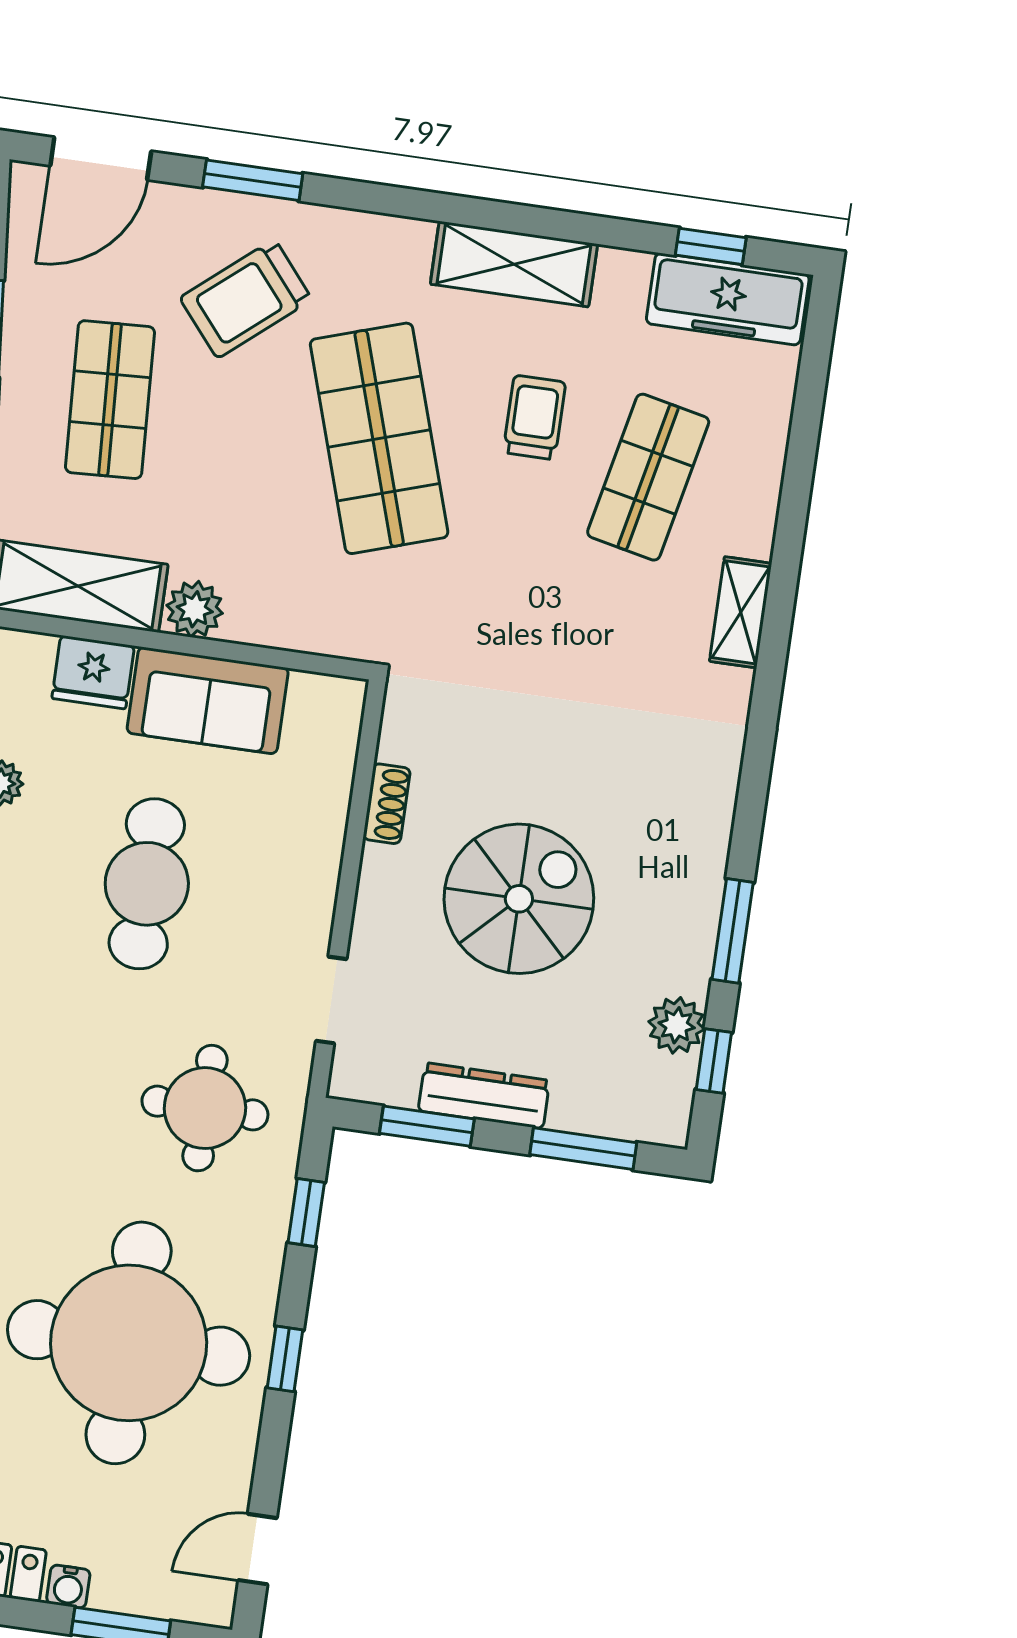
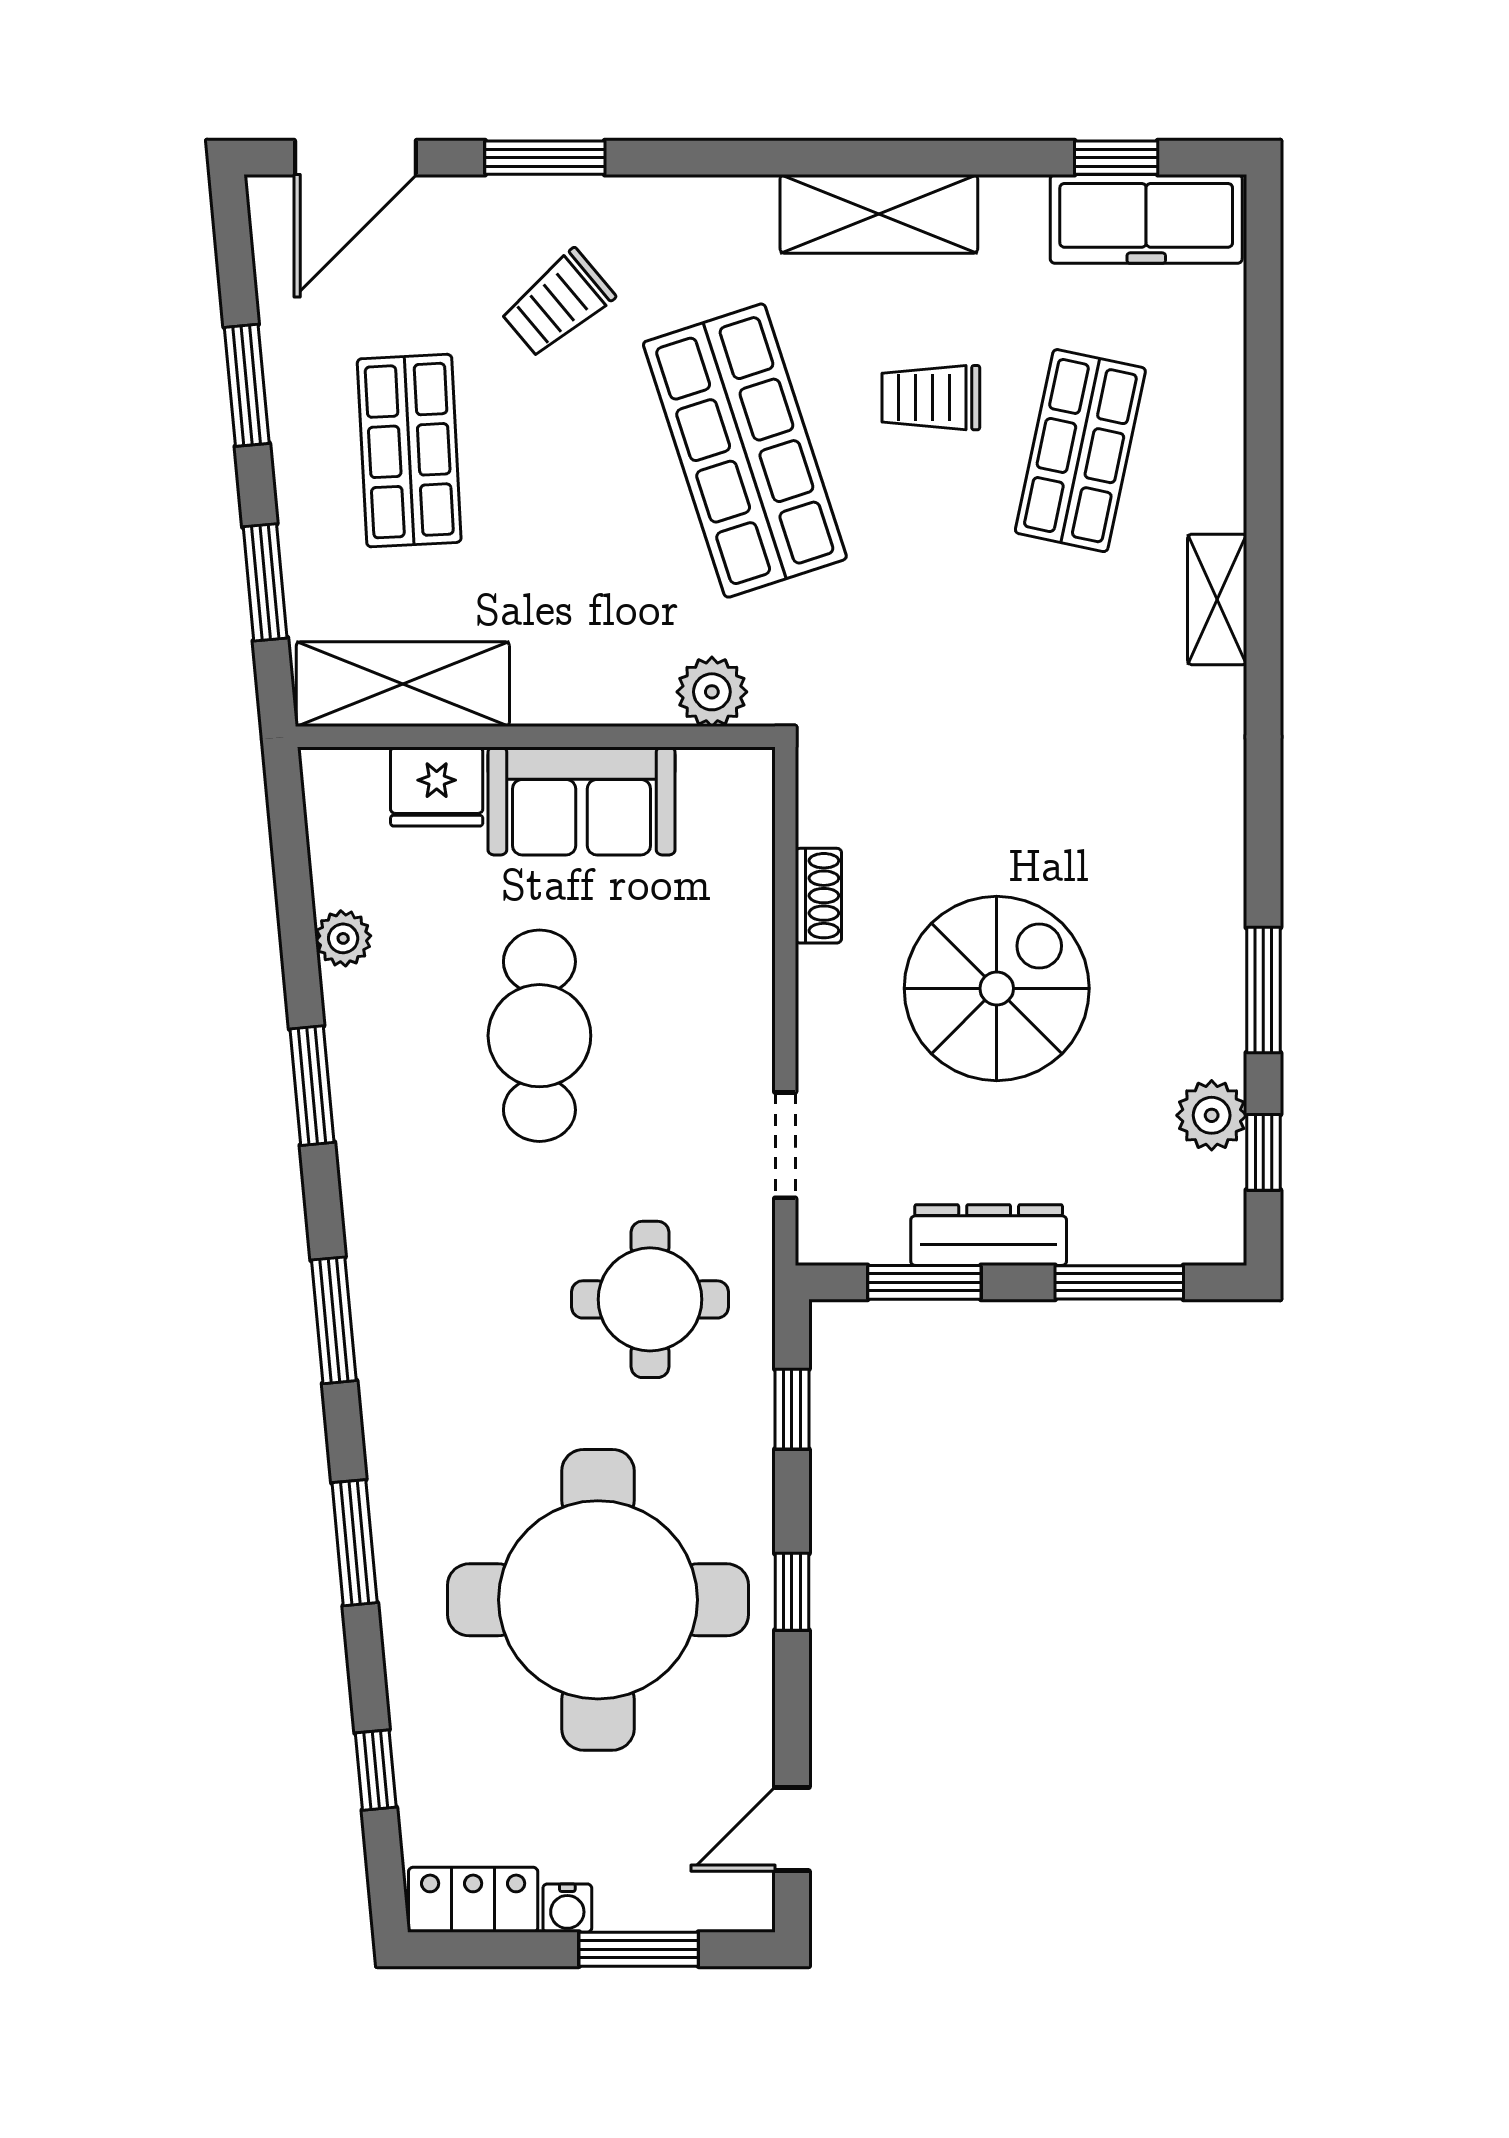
trolley: (246, 299) -> (558, 303), width x0.73, depth x0.72
trolley: (534, 417) -> (931, 398), turned -90
plant: (195, 609) -> (712, 692), moved

